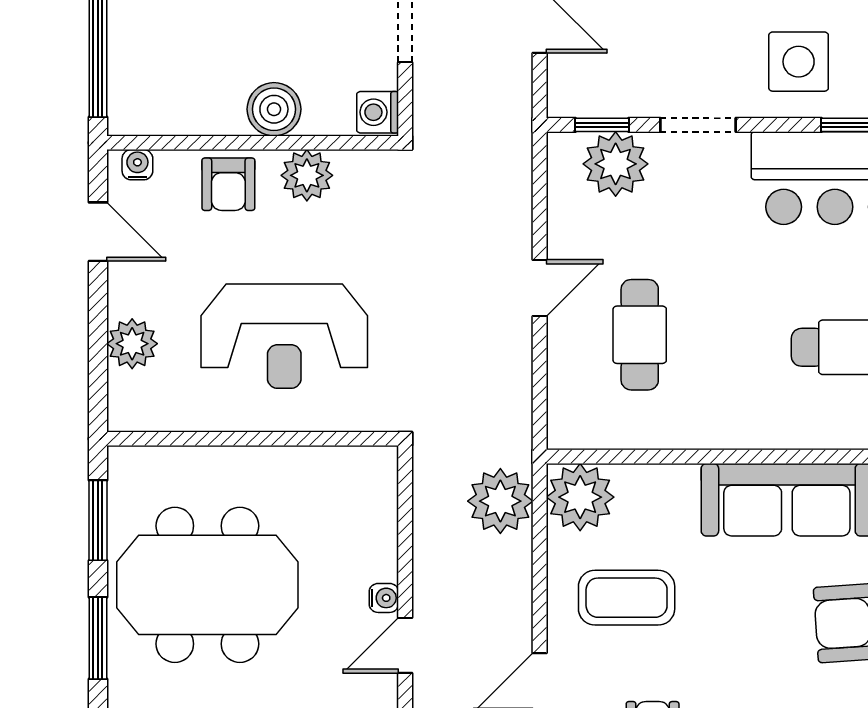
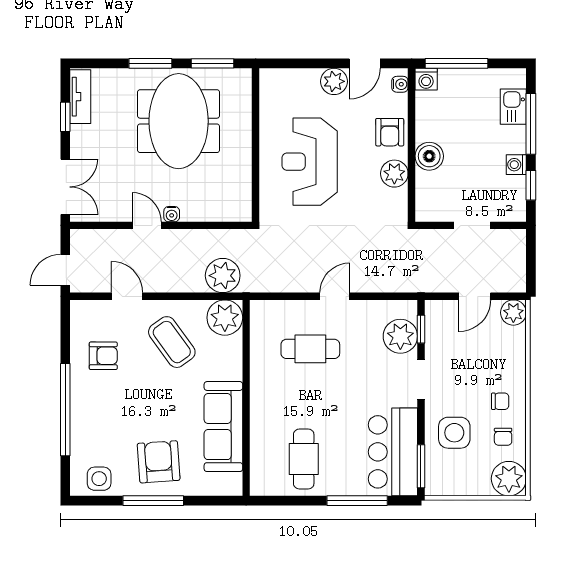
washing machine: (378, 112) -> (426, 79), moved, turned 180
armchair: (228, 184) -> (390, 132), turned -90
door: (540, 288) -> (335, 296), swing flipped
plant: (132, 344) -> (334, 81), moved
coffee table: (627, 598) -> (172, 342), turned -36

